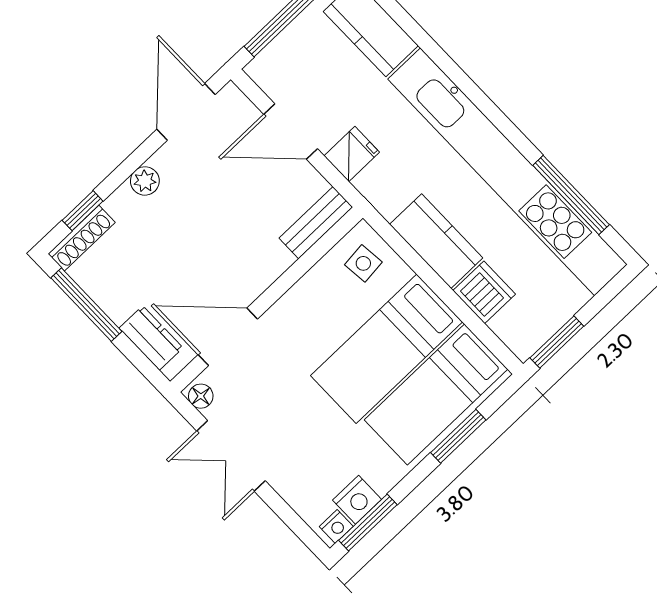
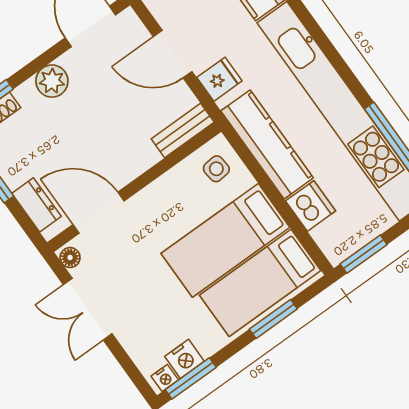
plant: (145, 181) -> (52, 81), width x1.38, depth x1.38
kitchen counter: (436, 241) -> (267, 144), width x1.50

